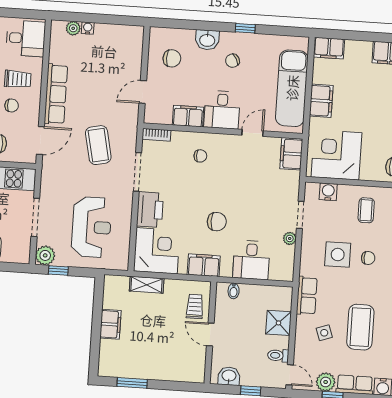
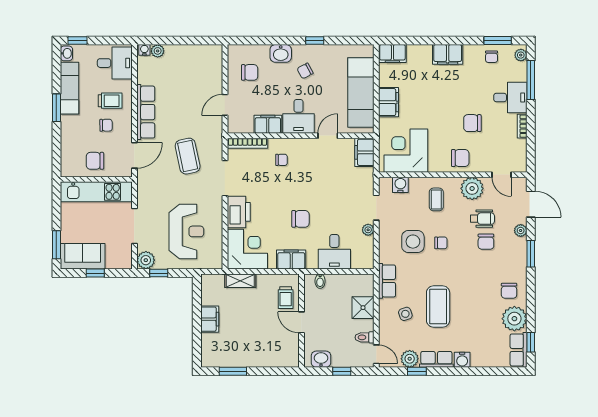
water cooler: (88, 28) -> (144, 50), moved
bookcase: (157, 135) -> (247, 143), width x1.56
trolley: (195, 306) -> (286, 298), turned 180

